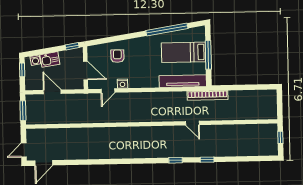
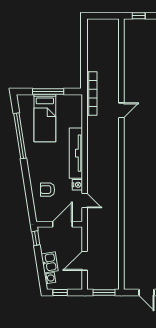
tv unit: (183, 81) -> (76, 153), moved

